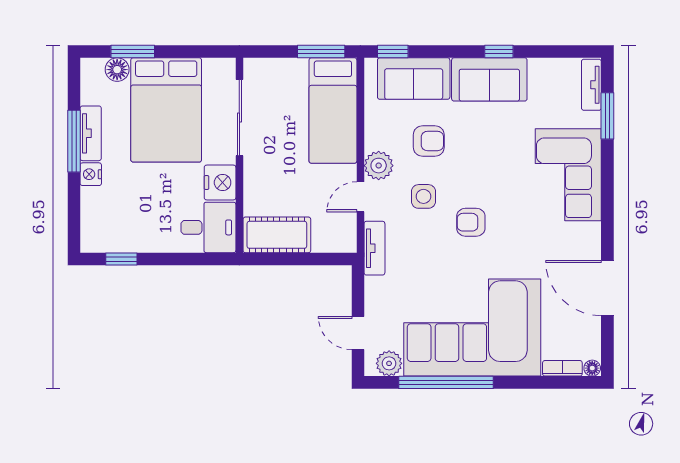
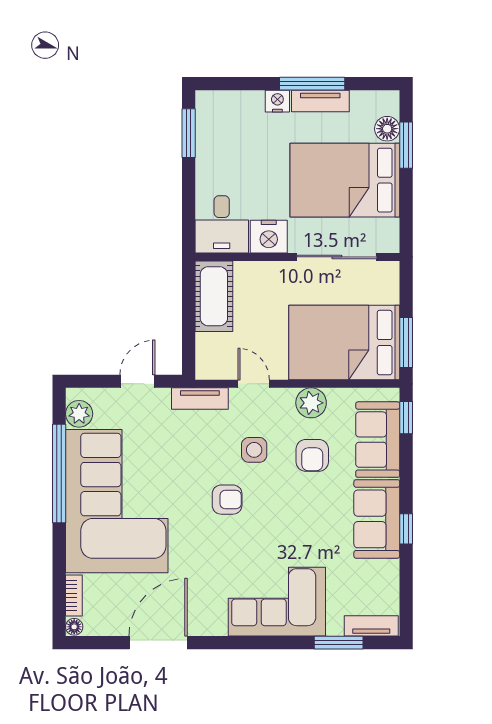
bed: (333, 111) -> (344, 343), width x1.50
plant: (379, 166) -> (311, 403), moved
armchair: (471, 222) -> (227, 500), turned 90
window: (121, 259) -> (189, 133), width x1.50
door: (358, 333) -> (137, 381), moved

